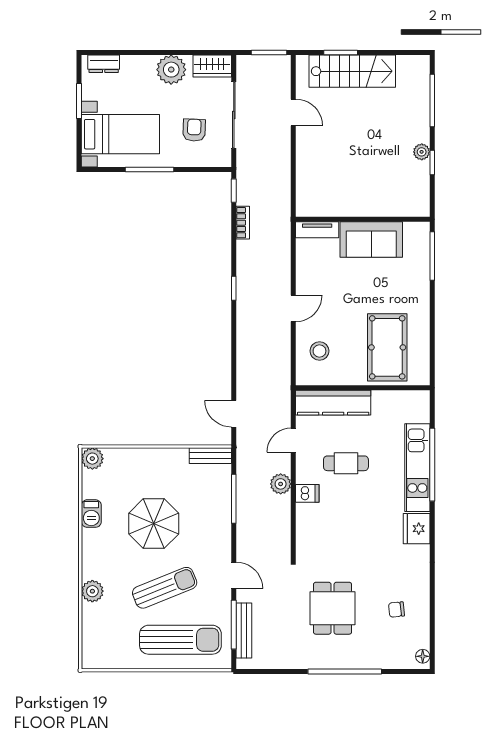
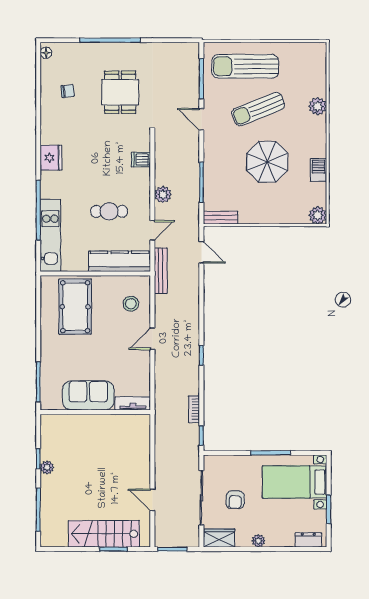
plant: (171, 70) -> (258, 541), width x0.53, depth x0.53
armchair: (194, 130) -> (235, 500), moved
kitchen unit: (417, 468) -> (50, 235), moved
dishwasher: (307, 493) -> (141, 160), moved
bench: (244, 631) -> (161, 271), moved

